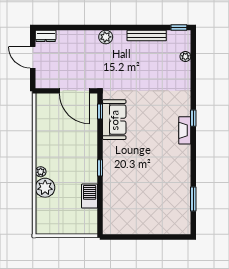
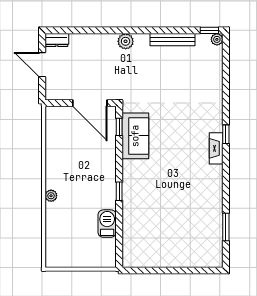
plant: (185, 56) -> (217, 39), moved
plant: (45, 188) -> (56, 214), removed

